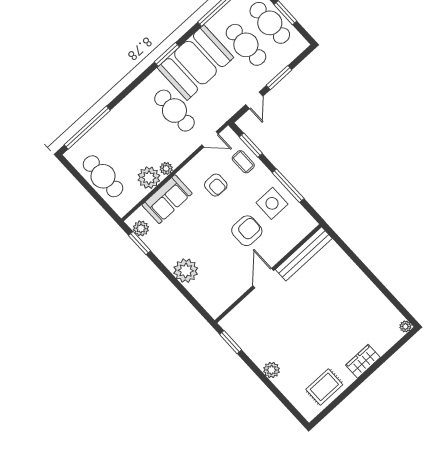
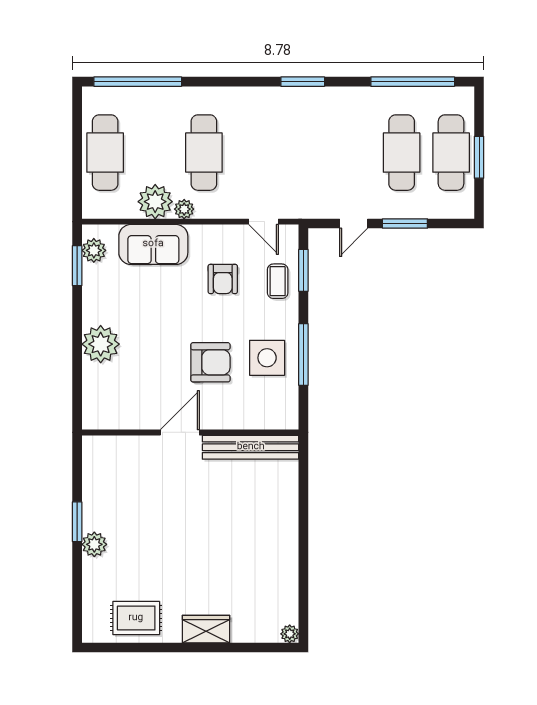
booth: (195, 63) -> (326, 120), removed
cafe table: (174, 111) -> (204, 153), moved
window: (231, 342) -> (77, 522), moved

